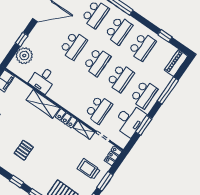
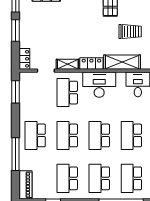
desk: (130, 120) -> (99, 85), moved, turned 90
window: (144, 125) -> (16, 92), moved
trolley: (89, 169) -> (130, 32), moved

